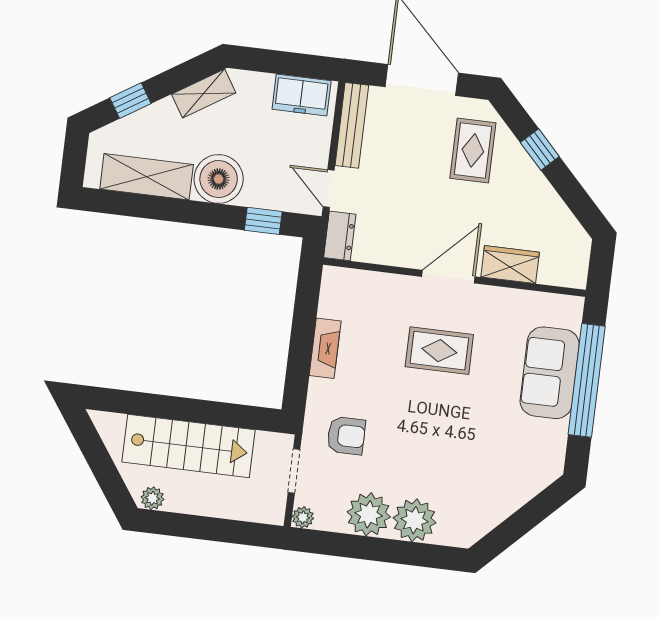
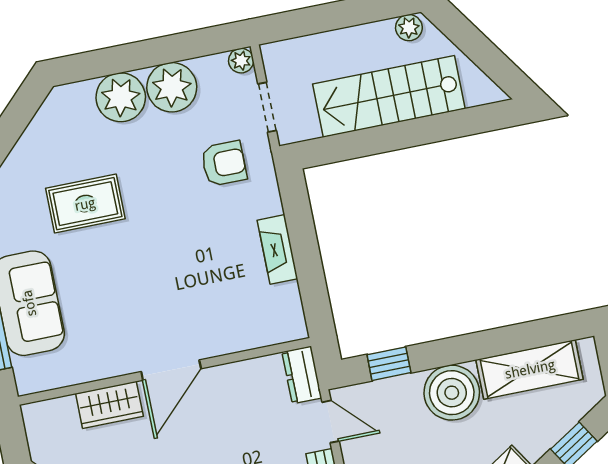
rug: (439, 351) -> (85, 204), moved
armchair: (346, 436) -> (224, 163), turned 180

